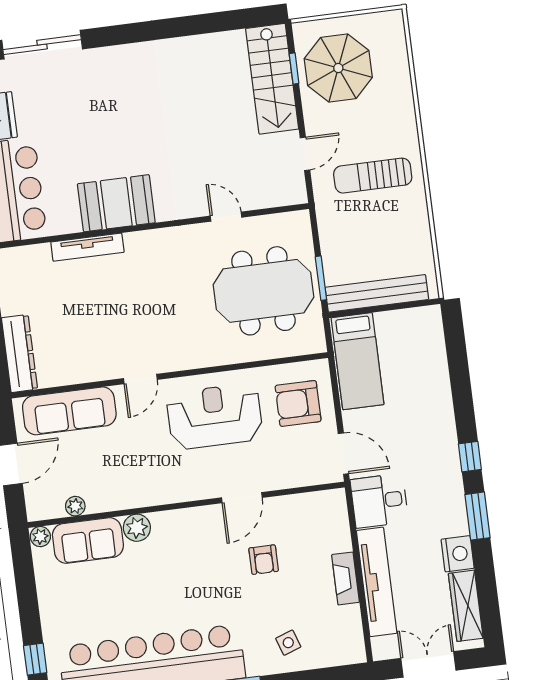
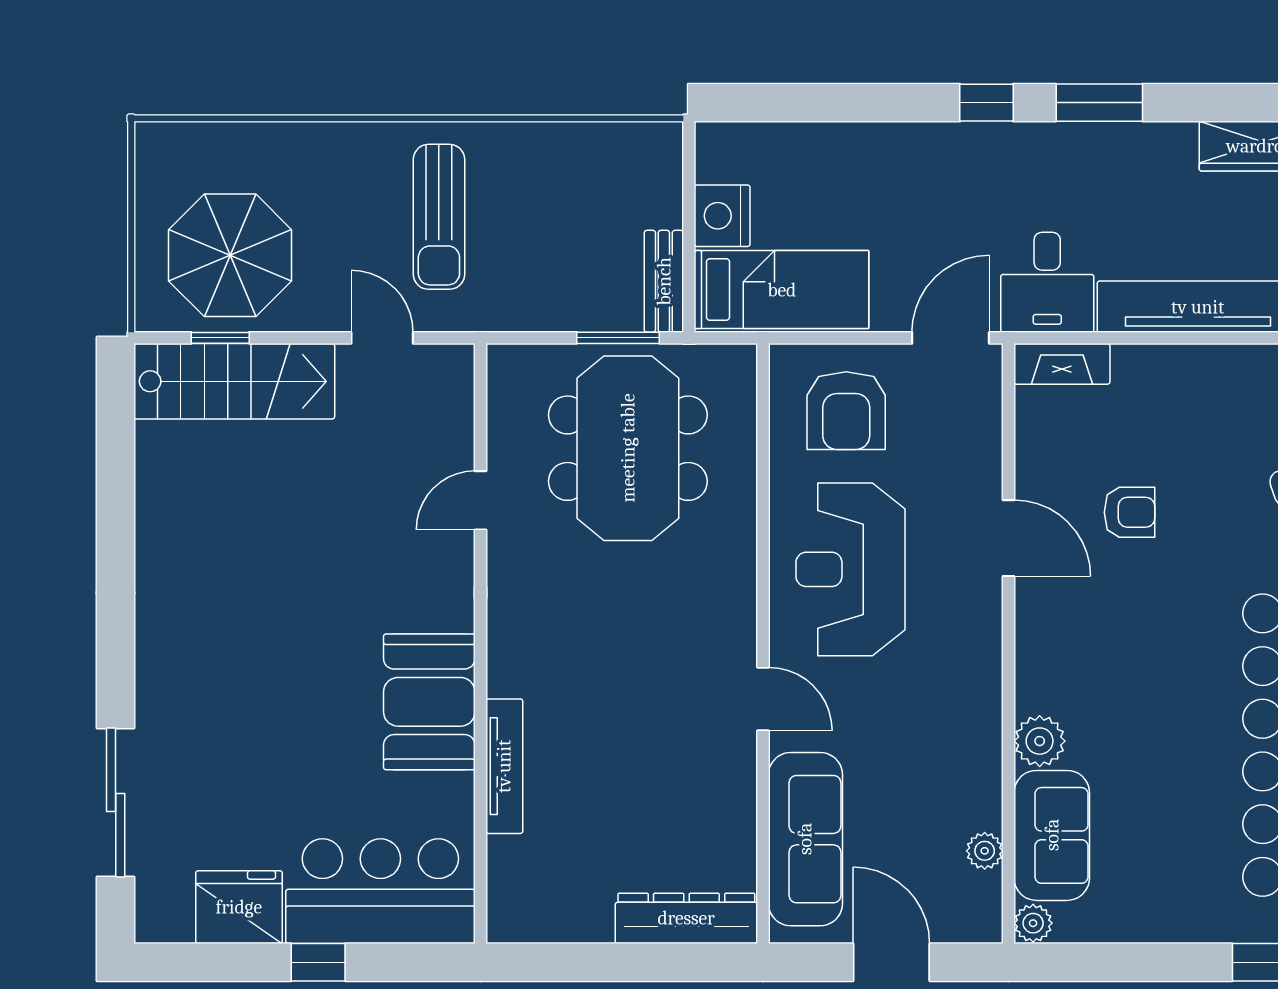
bench: (377, 293) -> (664, 281), width x0.54, depth x0.82
nightstand: (458, 554) -> (722, 216), moved, turned -90
fireplace: (345, 578) -> (1062, 364), moved

